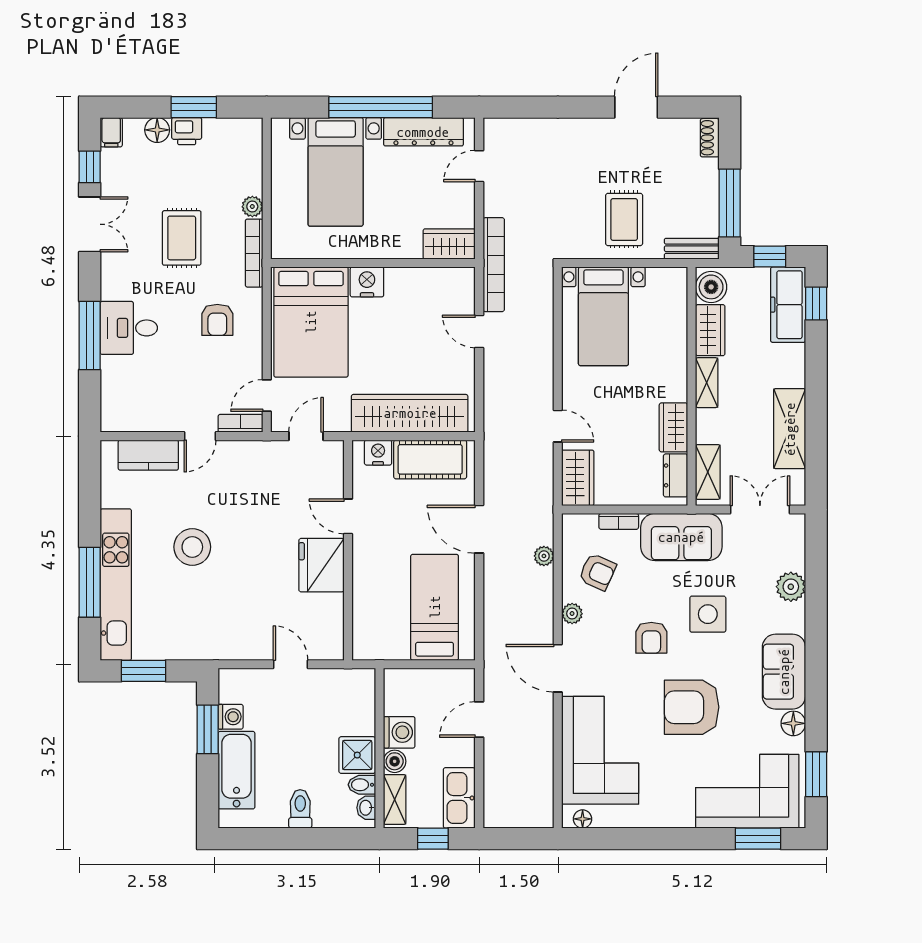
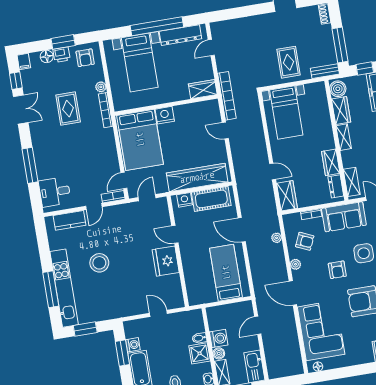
armchair: (217, 320) -> (85, 58), moved
desk: (129, 328) -> (55, 192), moved
bidet: (362, 785) -> (199, 338), moved

